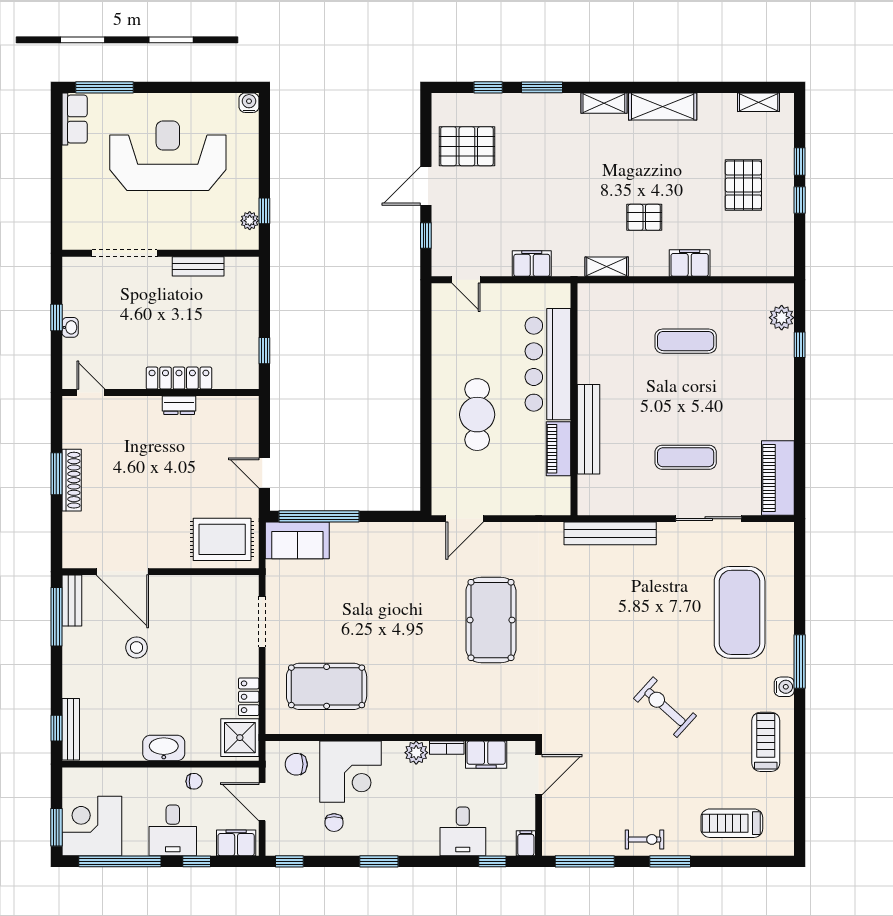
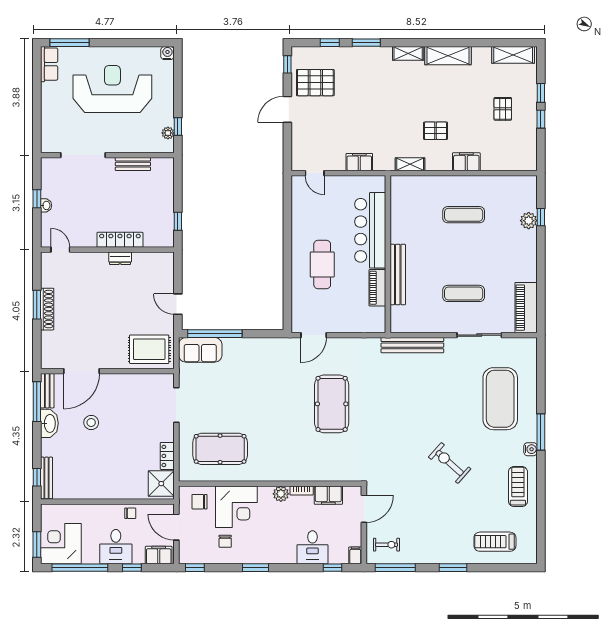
shelving: (759, 102) -> (513, 55), width x1.50, depth x1.33
pallet: (743, 185) -> (503, 109), width x0.67, depth x0.71
window: (426, 235) -> (287, 64), moved
plant: (782, 318) -> (529, 221), moved
door: (122, 572) -> (82, 371), hinge flipped
washbasin: (164, 748) -> (49, 423), moved, turned 90
exercise bike: (645, 839) -> (386, 545), moved

